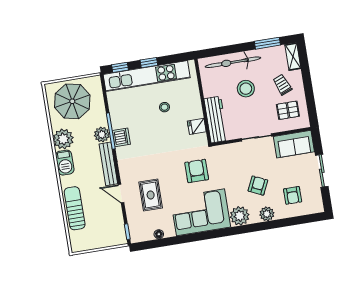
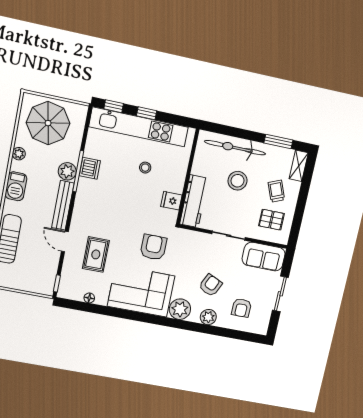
dishwasher: (121, 137) -> (90, 168), moved
plant: (63, 139) -> (19, 154), width x0.53, depth x0.53

